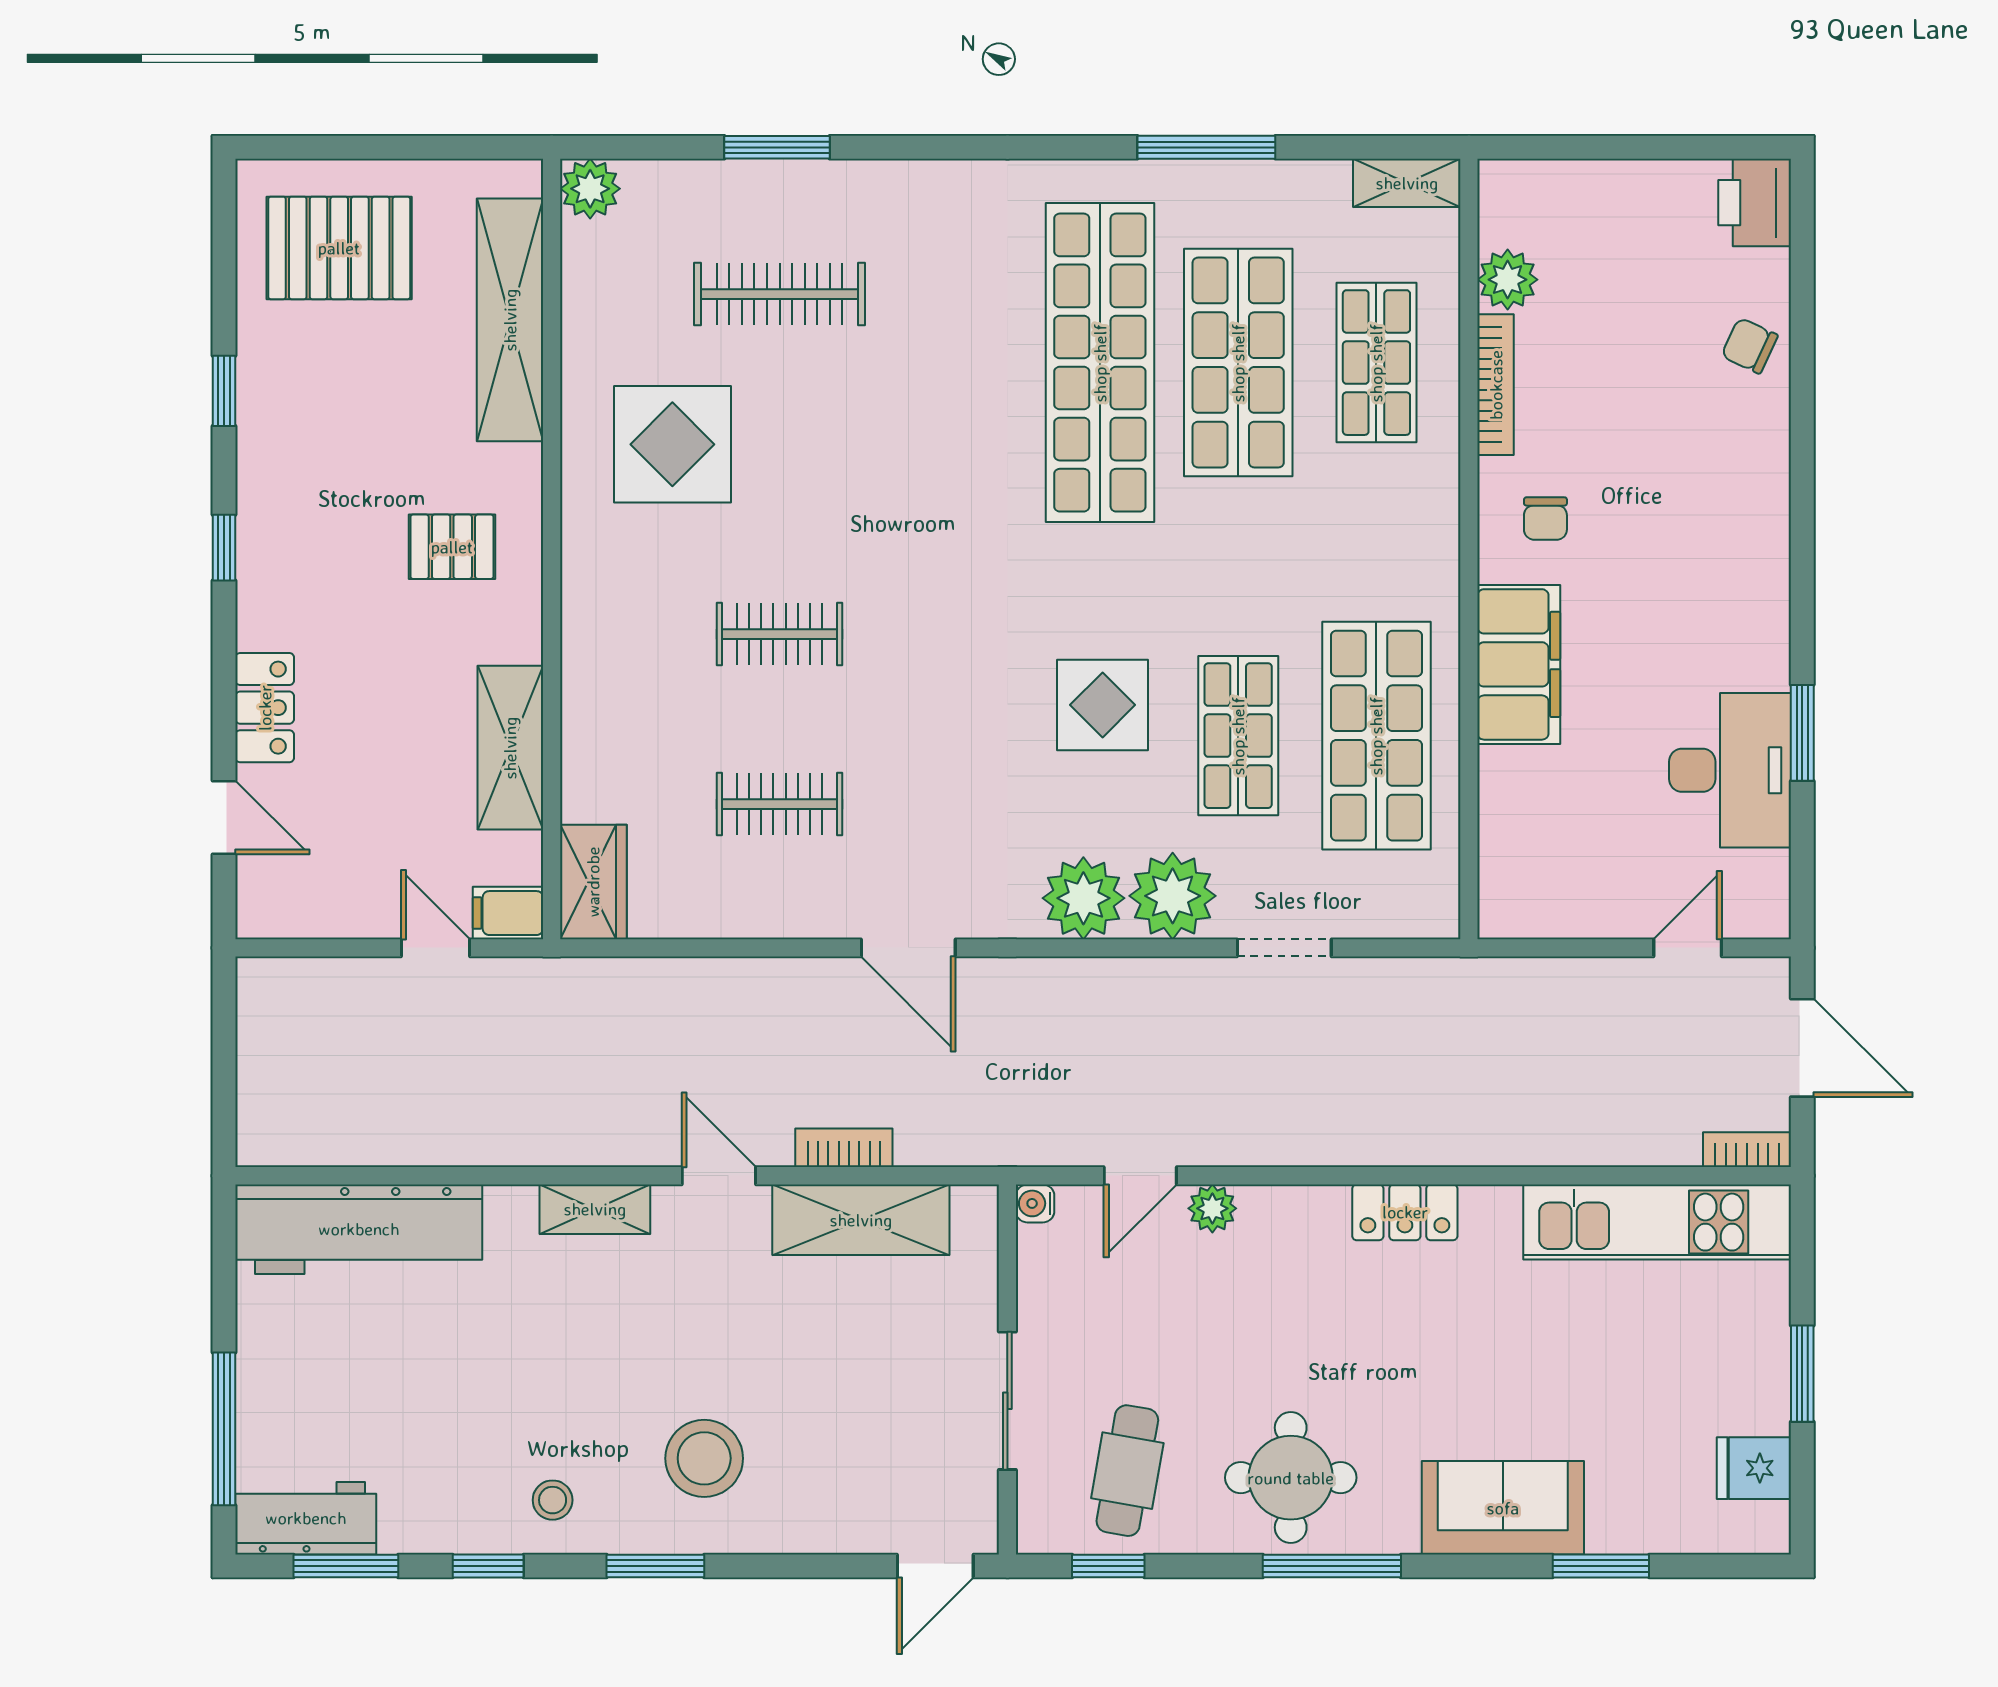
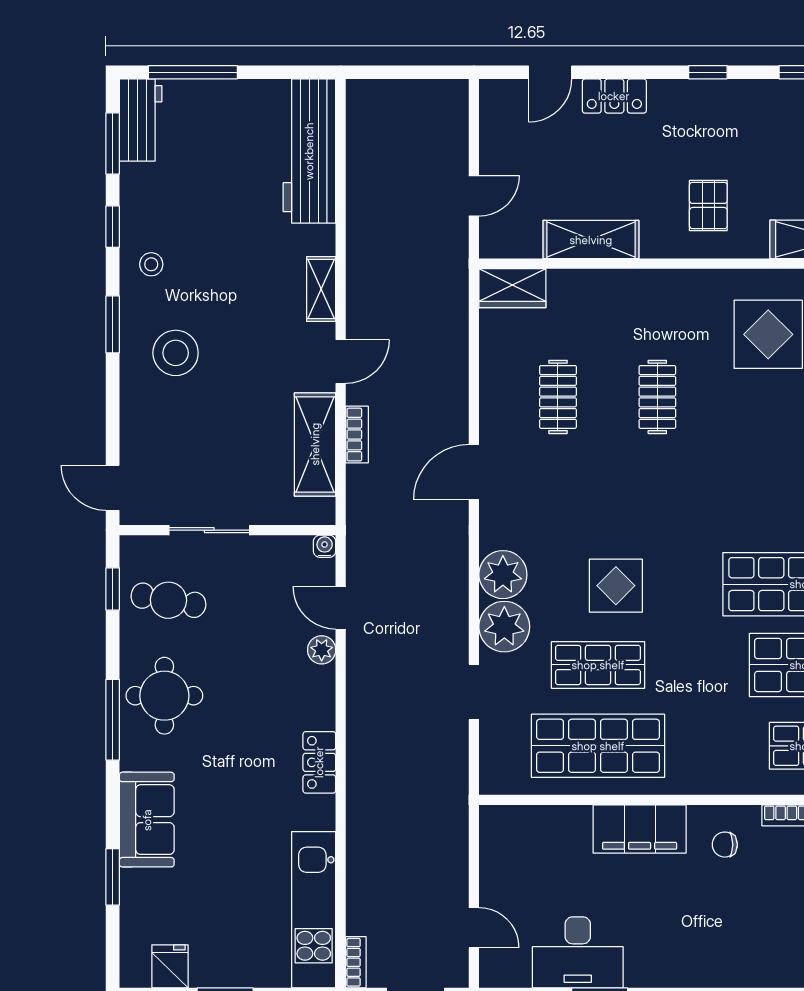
filing cabinet: (508, 913) -> (494, 238), removed

